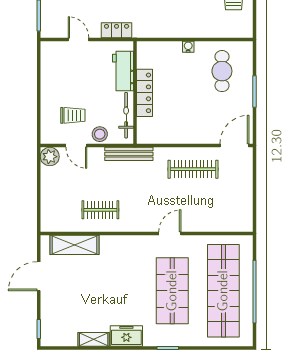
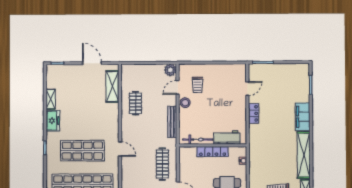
workbench: (123, 71) -> (227, 137), moved
wall: (135, 92) -> (213, 145), moved
locker: (145, 93) -> (213, 152), moved
bicycle: (126, 115) -> (198, 140), moved

